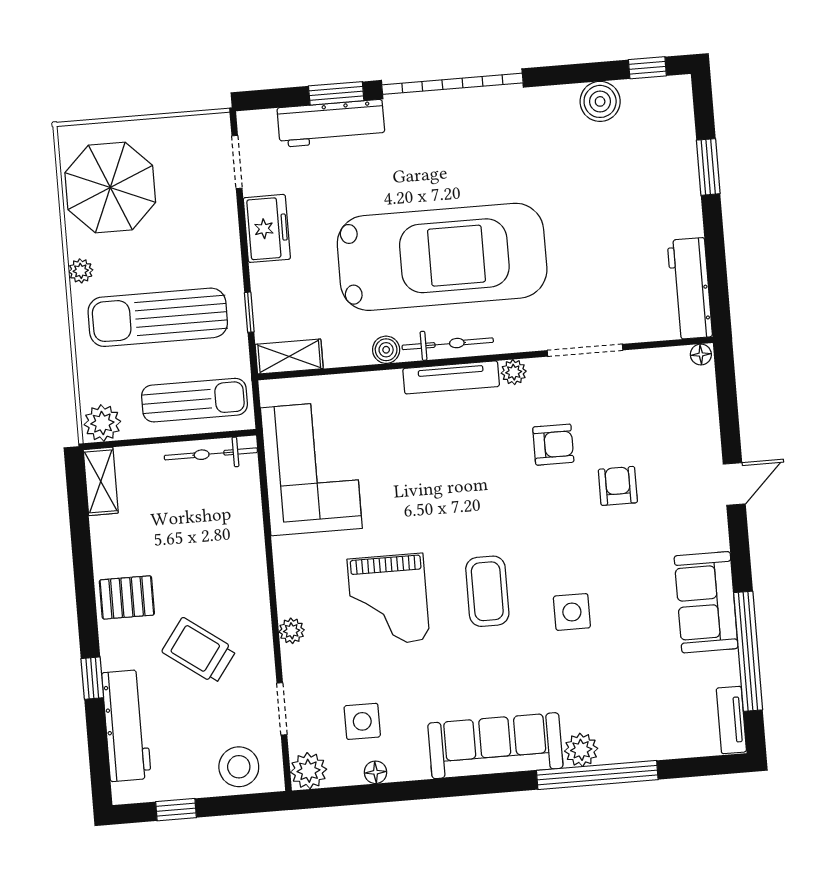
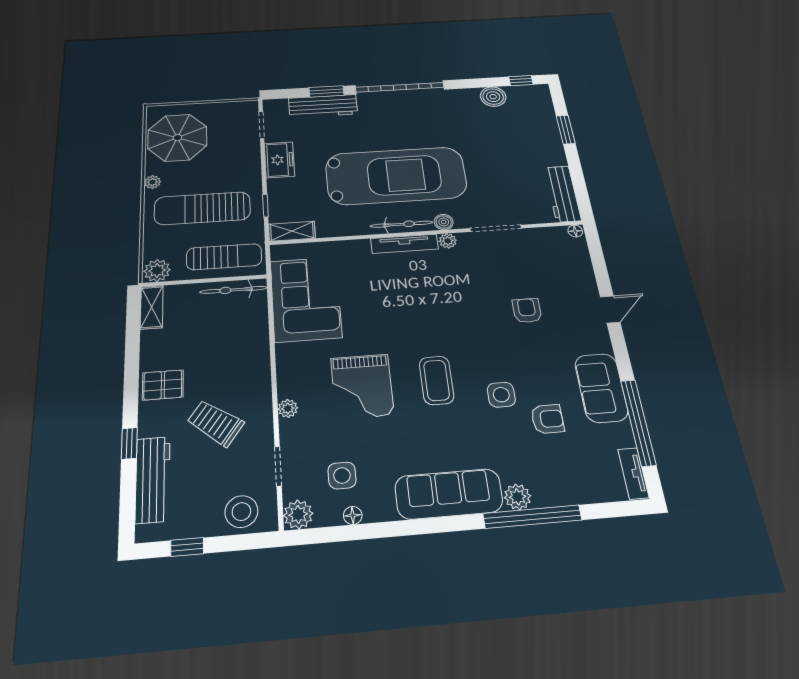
boiler: (386, 350) -> (444, 222), moved
armchair: (553, 445) -> (547, 419), moved

